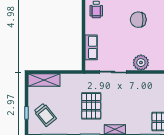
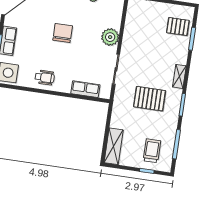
chair: (138, 20) -> (63, 33), turned 180
trolley: (45, 115) -> (152, 151), turned -51

